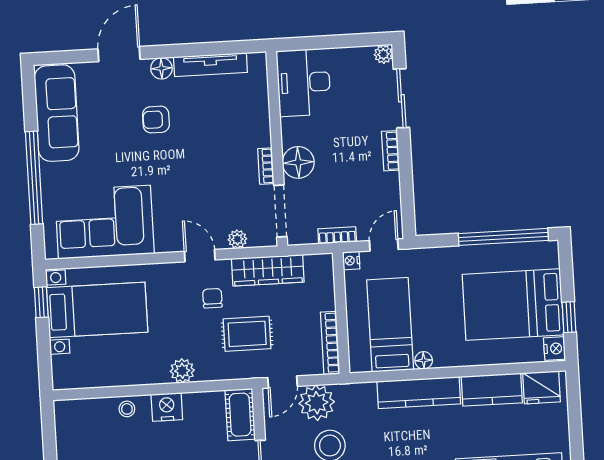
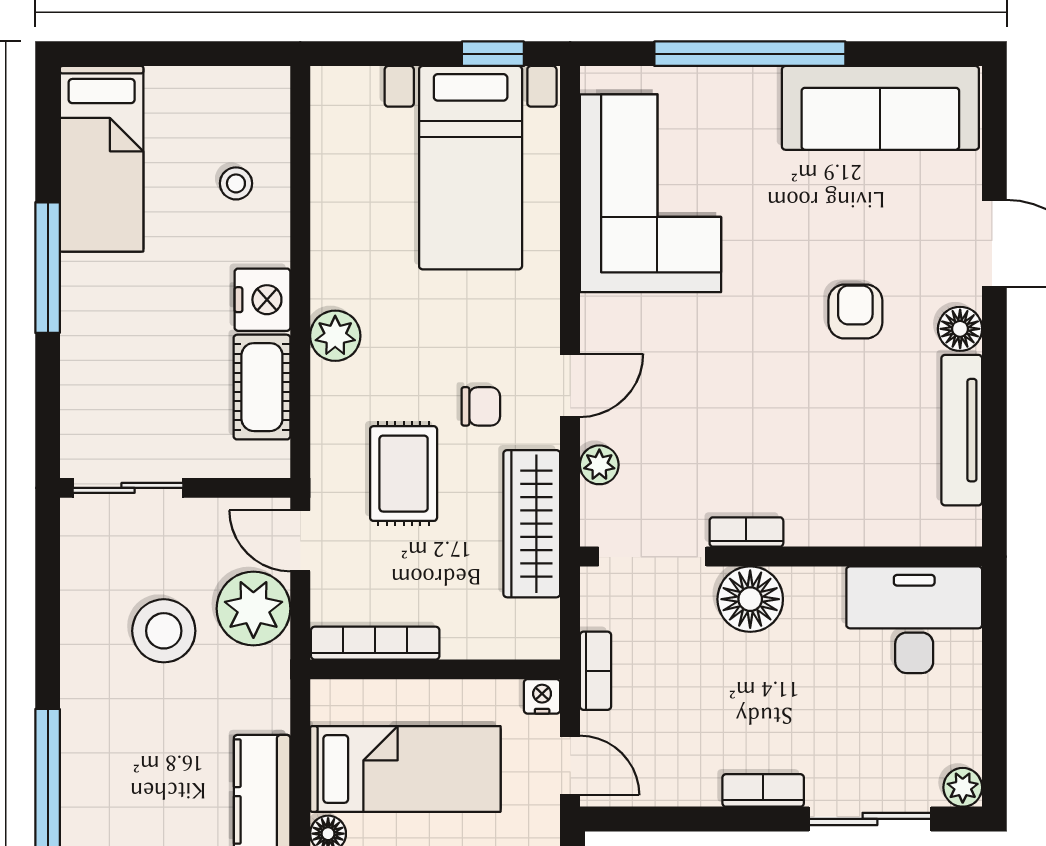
stool: (127, 409) -> (236, 183), moved
cot: (240, 415) -> (262, 387), moved, turned 90

